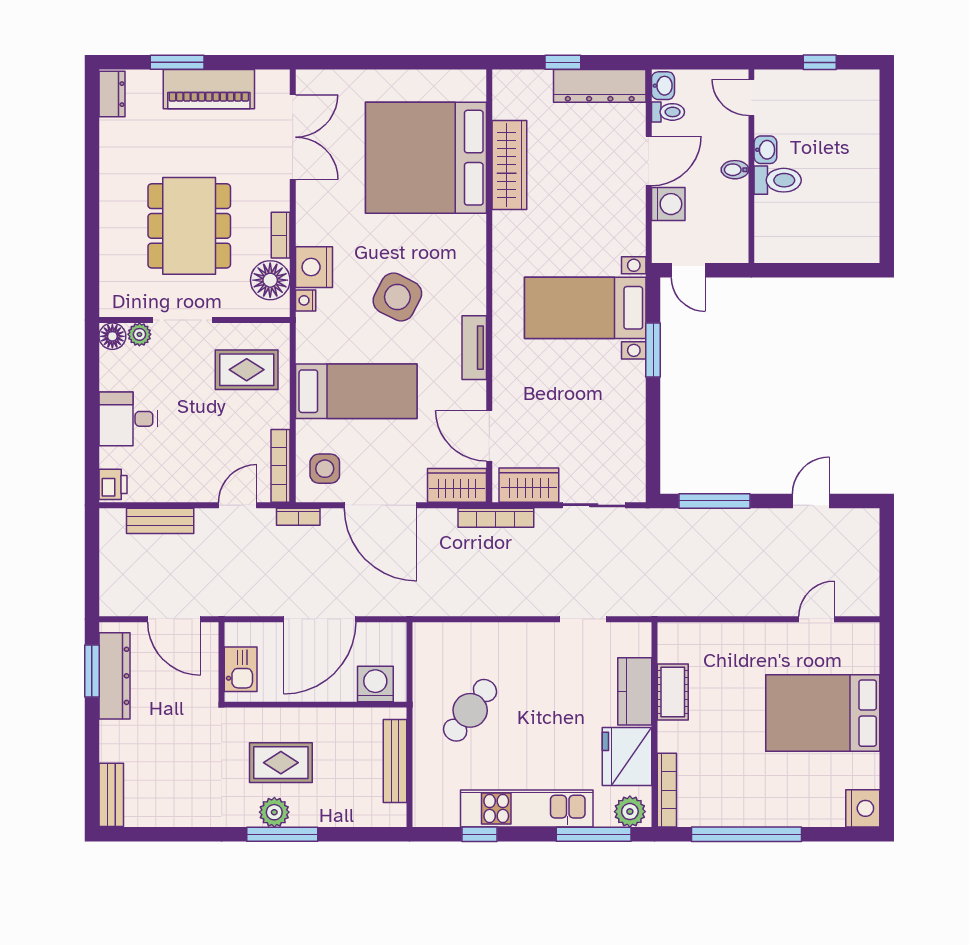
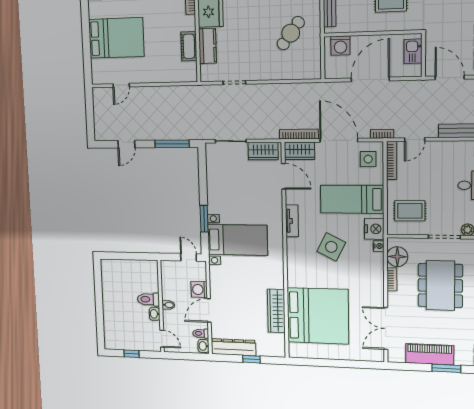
nightstand: (314, 267) -> (374, 229), moved
bookcase: (496, 518) -> (299, 134), moved

